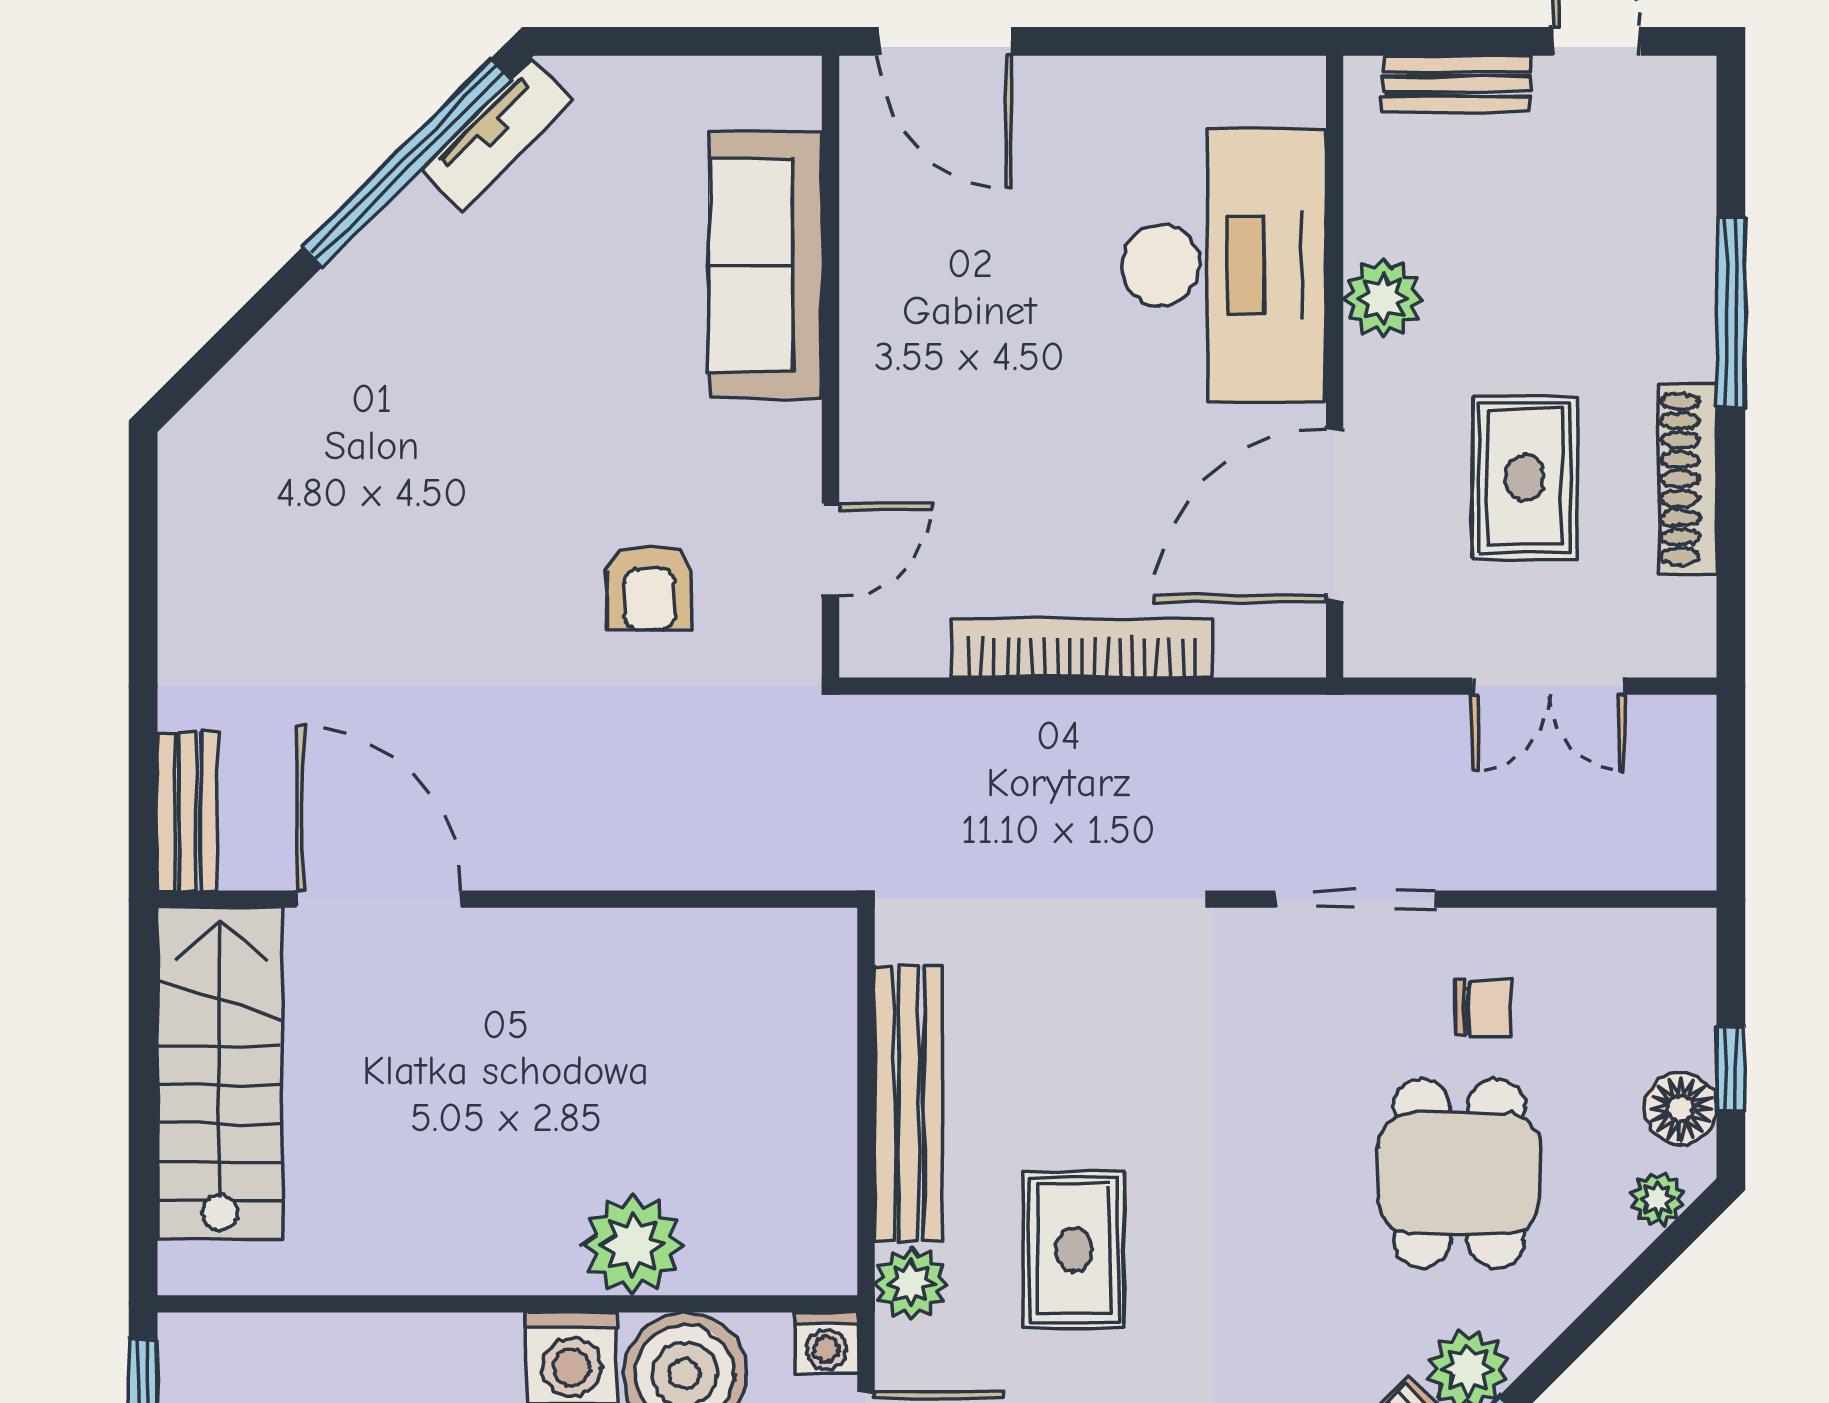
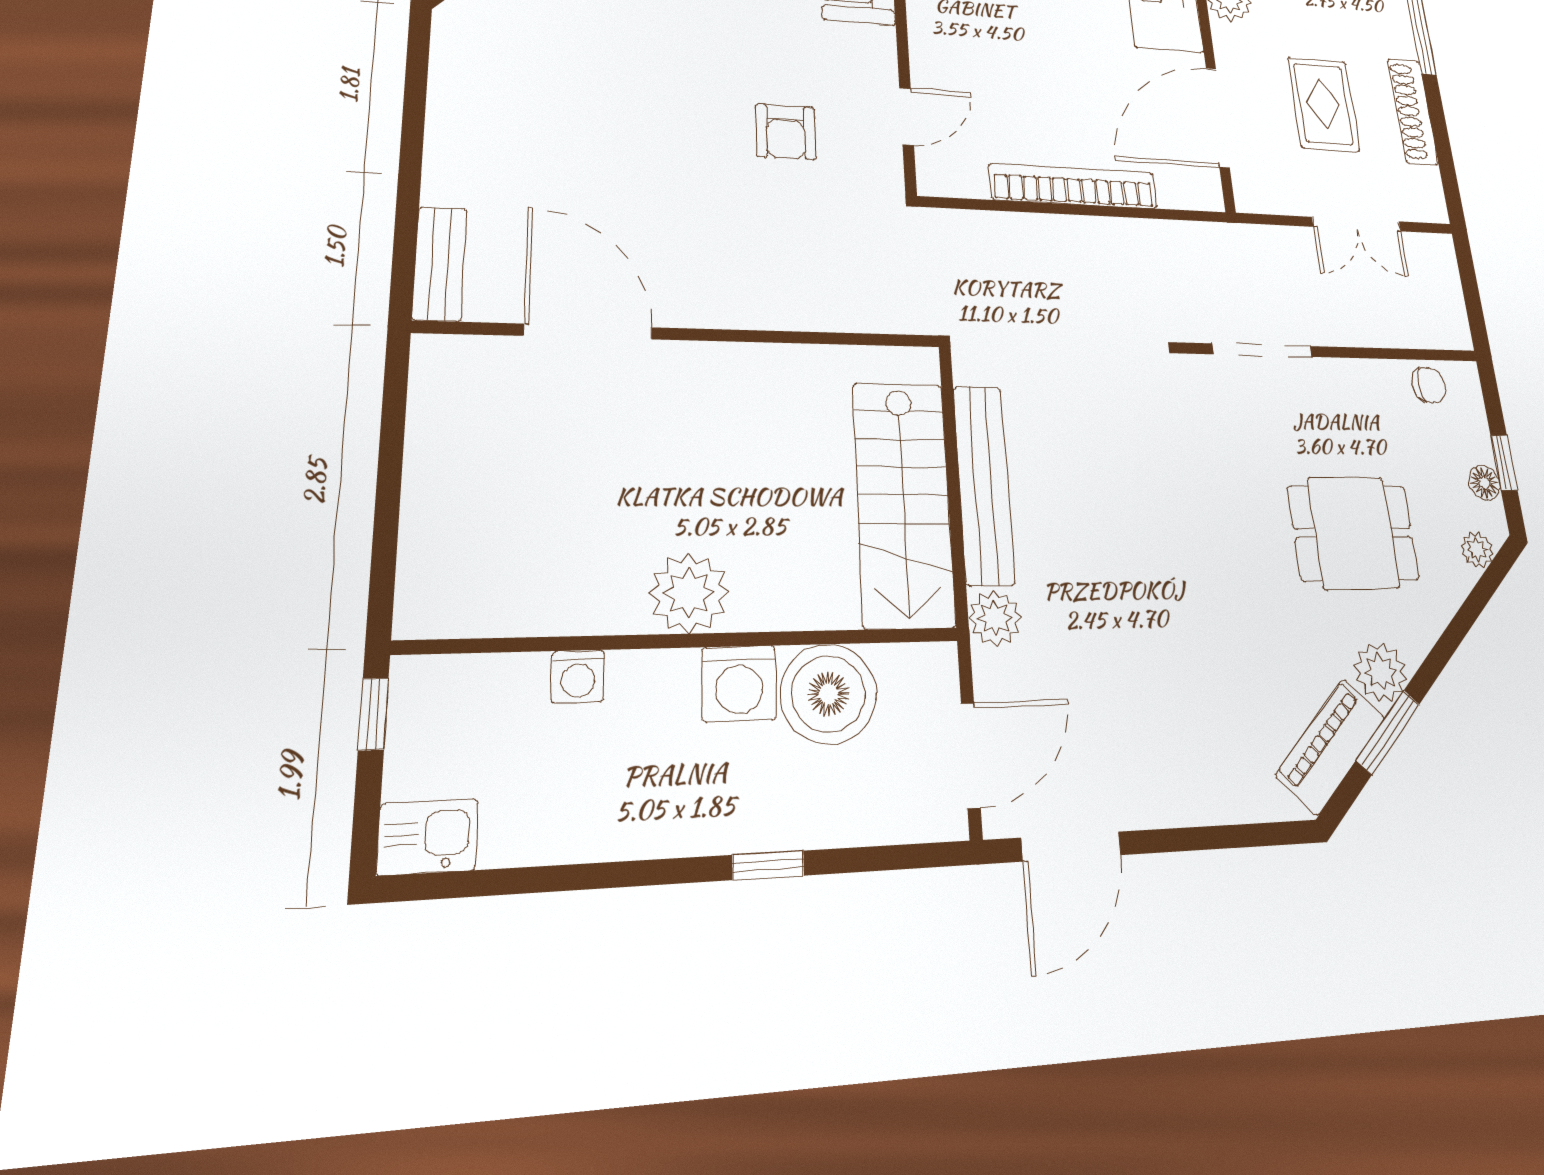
chair: (1483, 1008) -> (1429, 385), moved
stairs: (220, 1073) -> (903, 503), moved, turned 180
floor lamp: (1681, 1109) -> (1484, 483), width x0.73, depth x0.73
dining table: (1459, 1173) -> (1353, 533), turned 90
plant: (633, 1245) -> (689, 593), moved
rug: (1074, 1249) -> (1108, 590), removed
washing machine: (827, 1343) -> (578, 676), moved

